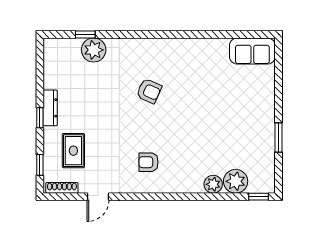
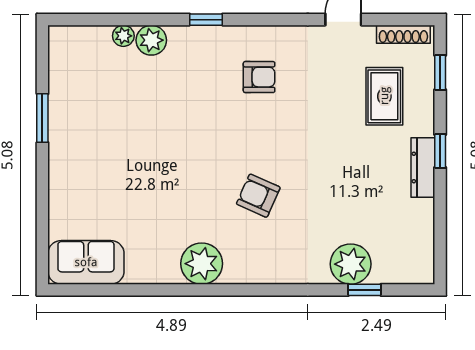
plant: (183, 50) -> (202, 264), added
plant: (236, 181) -> (123, 36), width x0.53, depth x0.53
window: (259, 197) -> (206, 20), moved

